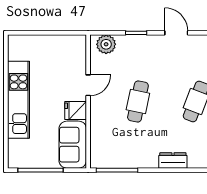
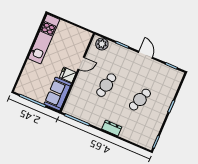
kitchen unit: (18, 100) -> (44, 39), moved

